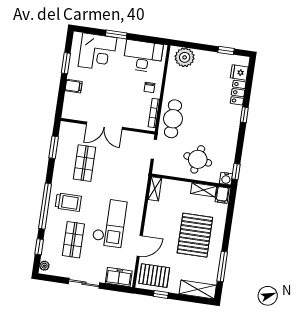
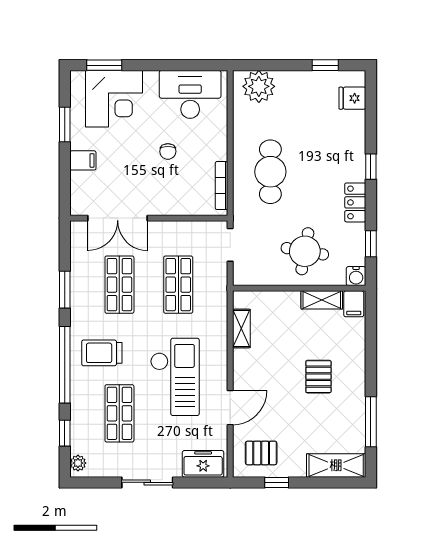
window: (116, 34) -> (104, 65), moved
chair: (149, 87) -> (168, 151), moved
locker: (238, 93) -> (355, 202), moved
cafe table: (173, 119) -> (270, 172), moved
double door: (104, 126) -> (118, 218), moved
window: (54, 147) -> (65, 290), moved
shop shelf: (119, 168) -> (178, 285), added
window: (236, 172) -> (371, 244), moved
shelving: (155, 189) -> (241, 328), moved
trolley: (68, 202) -> (102, 353), turned 180
pallet: (195, 235) -> (318, 377), width x0.49, depth x0.50
pallet: (154, 276) -> (261, 453), width x0.67, depth x0.71

